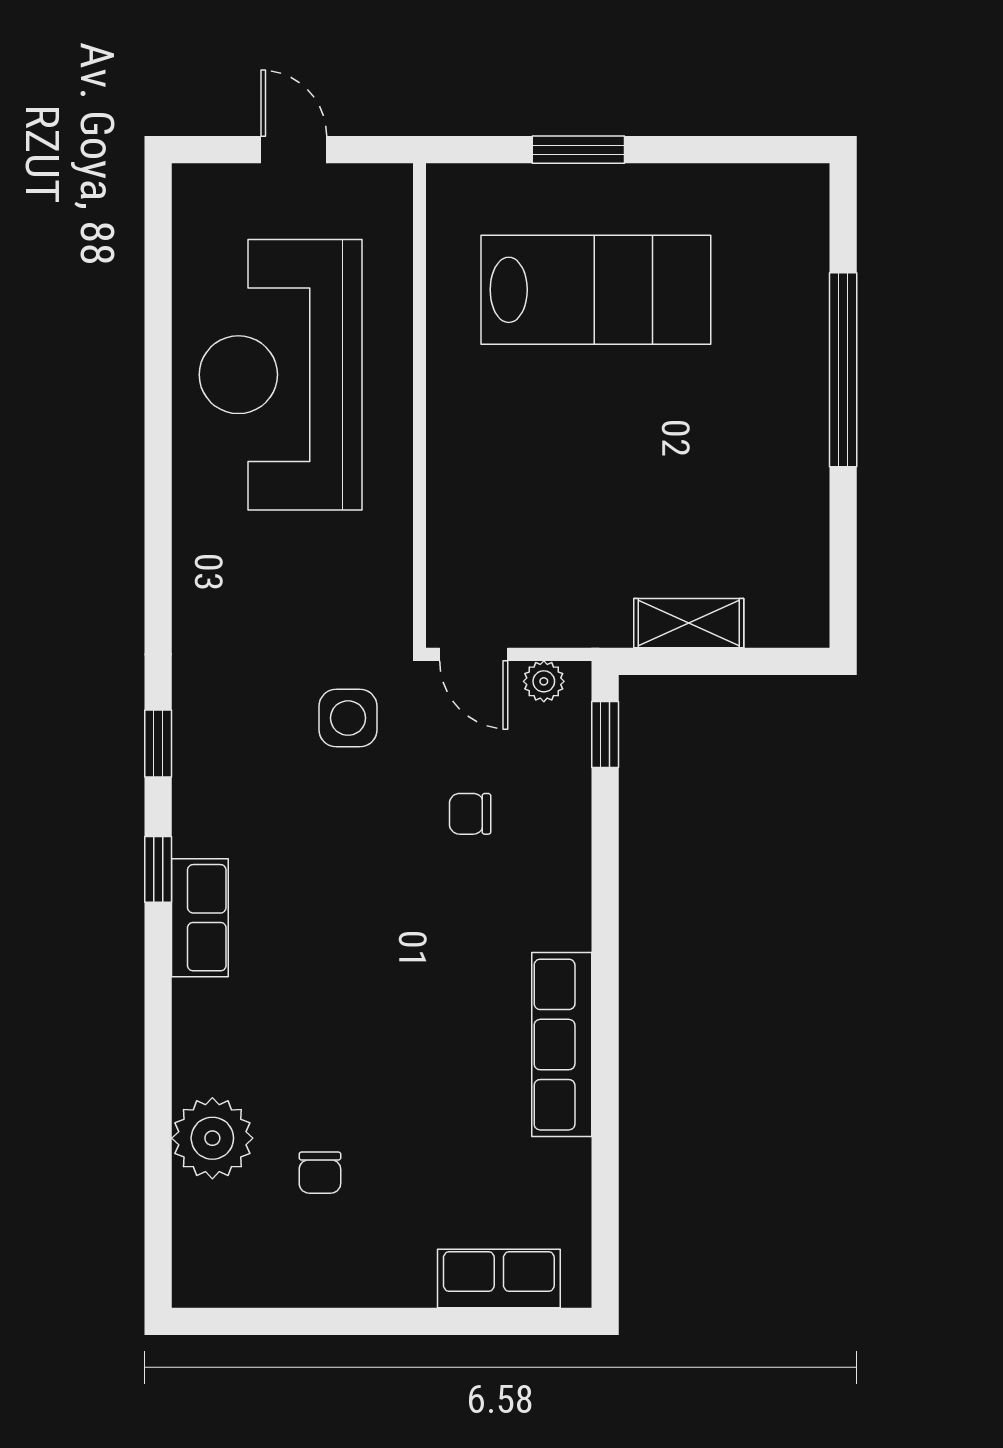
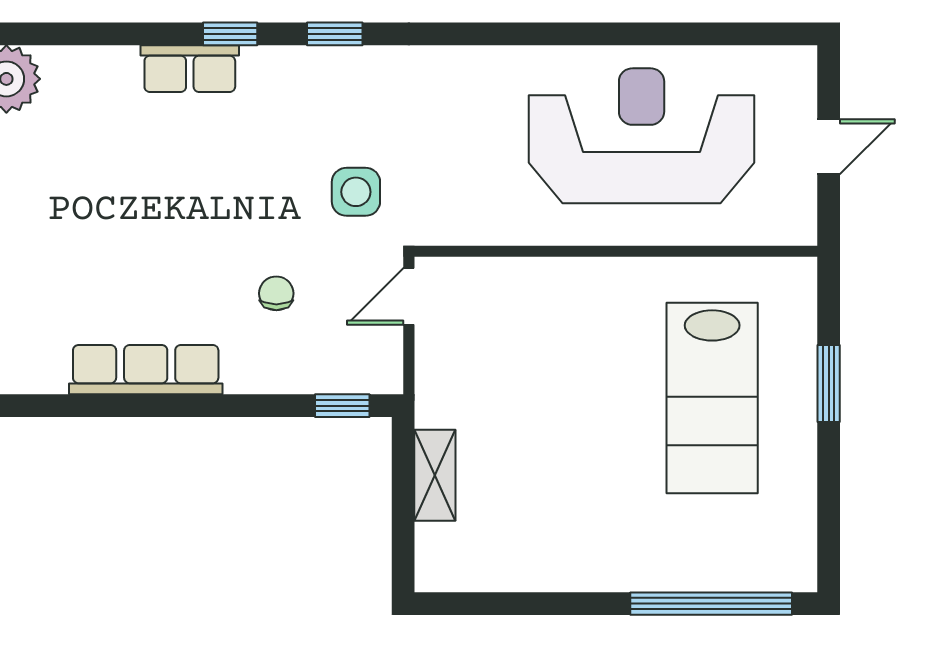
window: (843, 370) -> (711, 604), moved
plant: (544, 681) -> (386, 355), removed
row of seats: (562, 1045) -> (146, 370), moved

